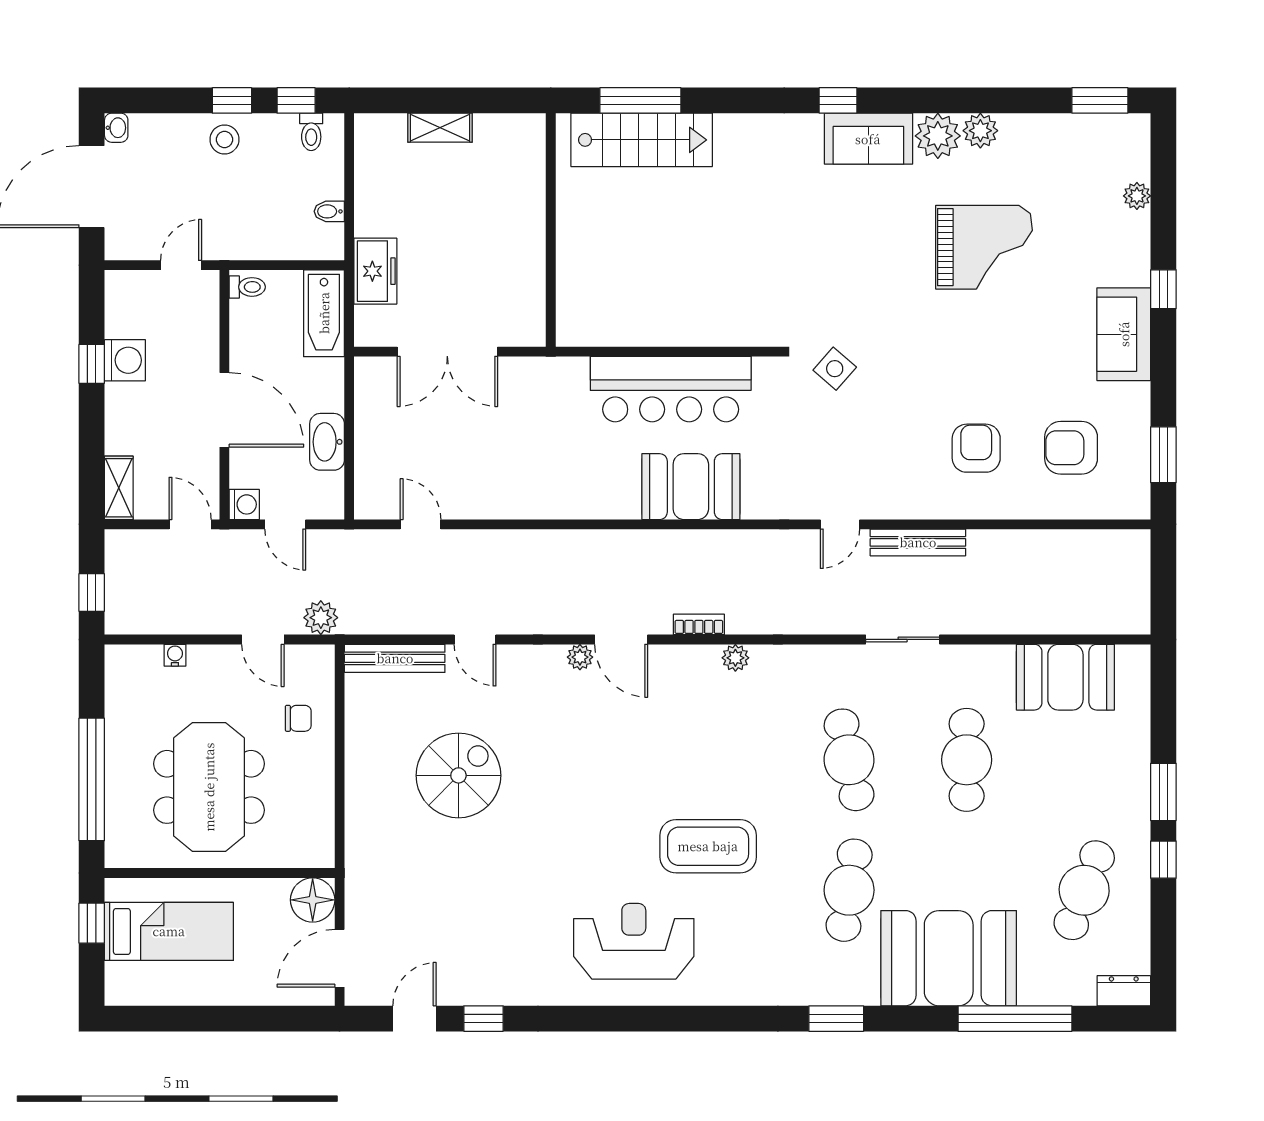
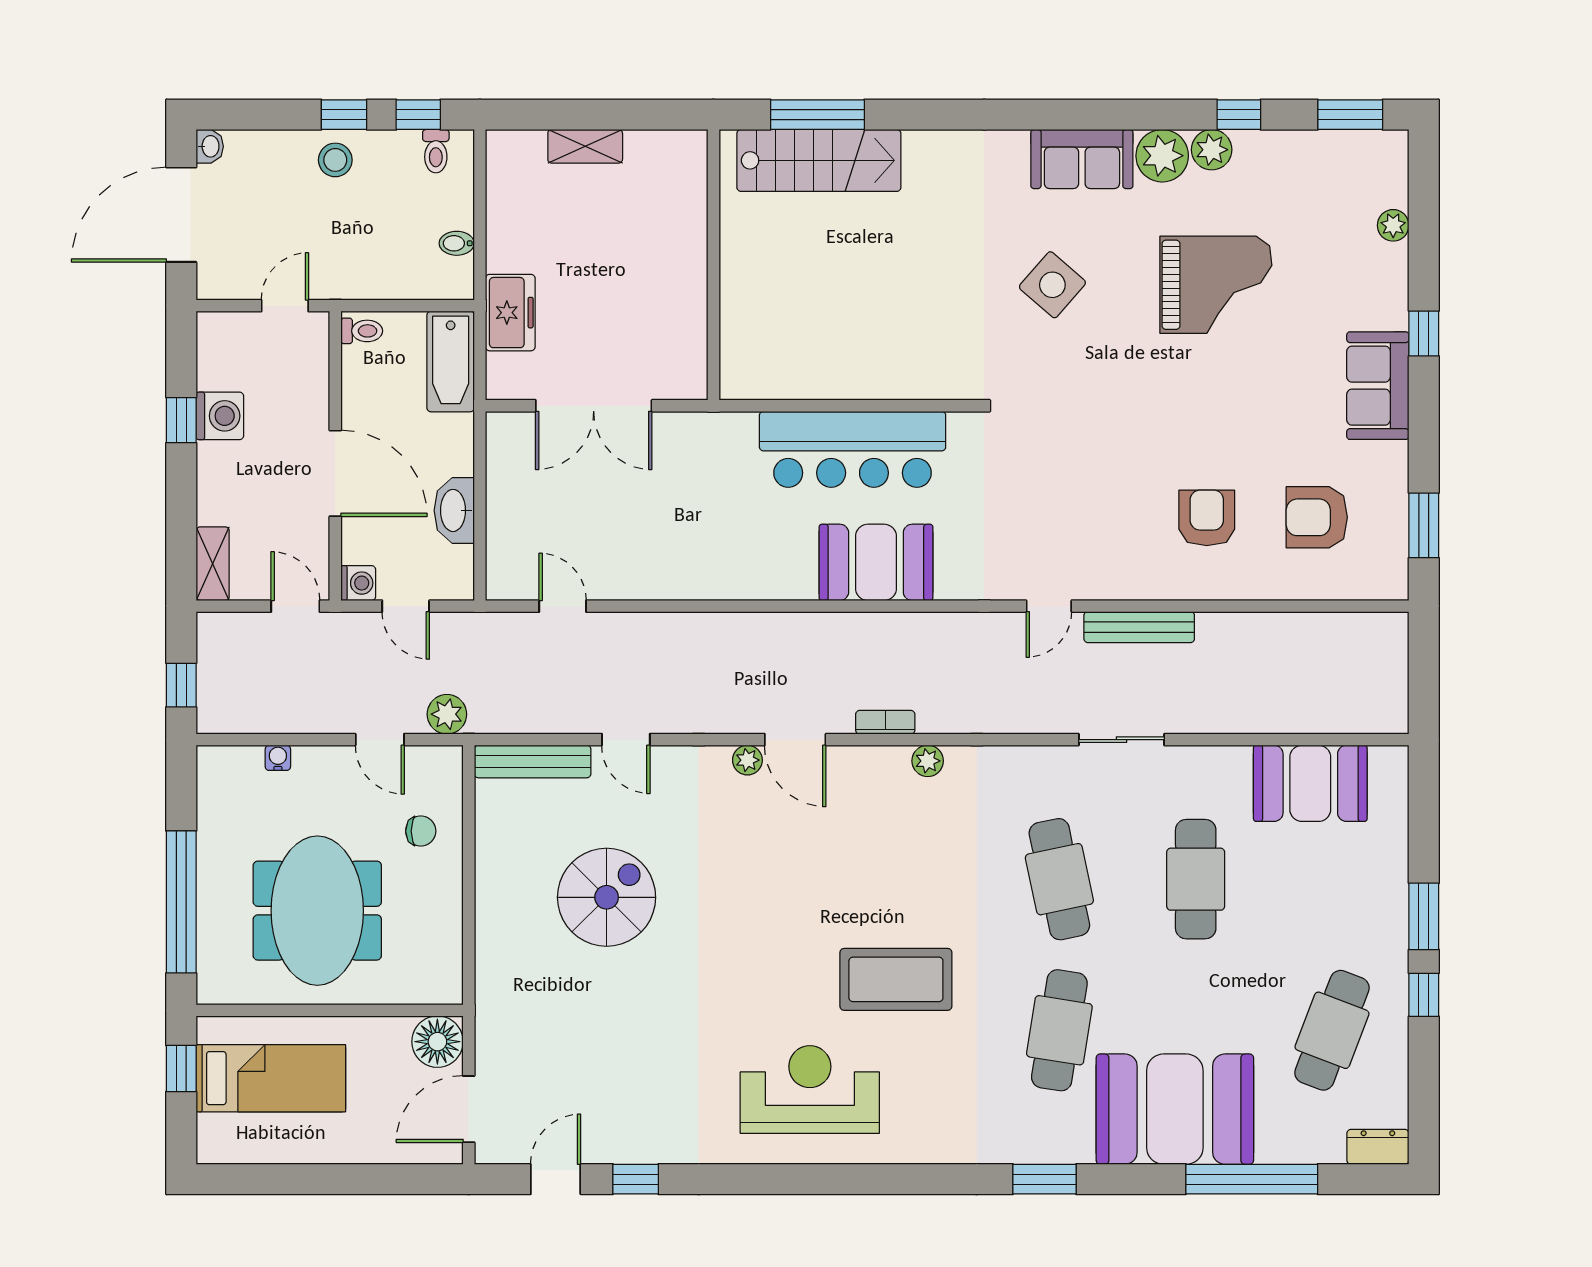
window: (838, 100) -> (1239, 115), moved
side table: (835, 369) -> (1052, 285), moved, width x1.37, depth x1.37

